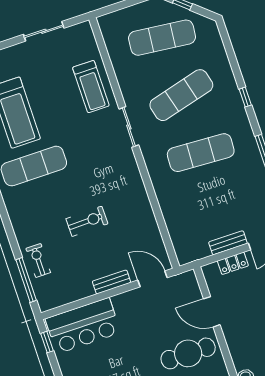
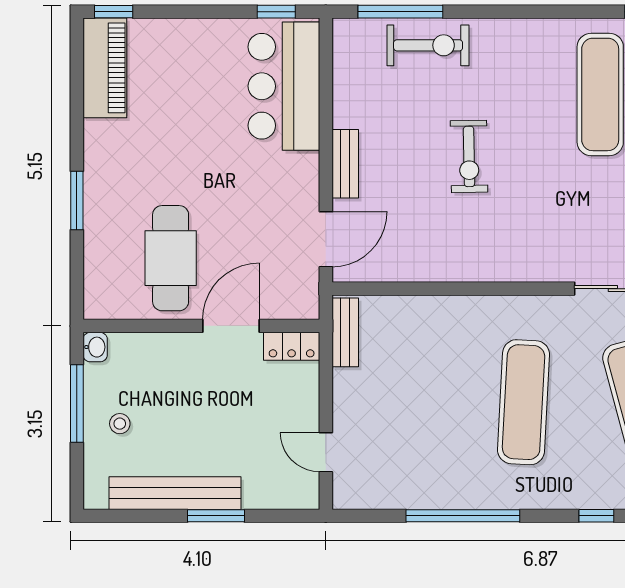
bench: (228, 243) -> (345, 332), moved
exercise bike: (38, 260) -> (428, 45), width x1.38, depth x1.39
locker: (233, 263) -> (292, 346), moved, turned -90

